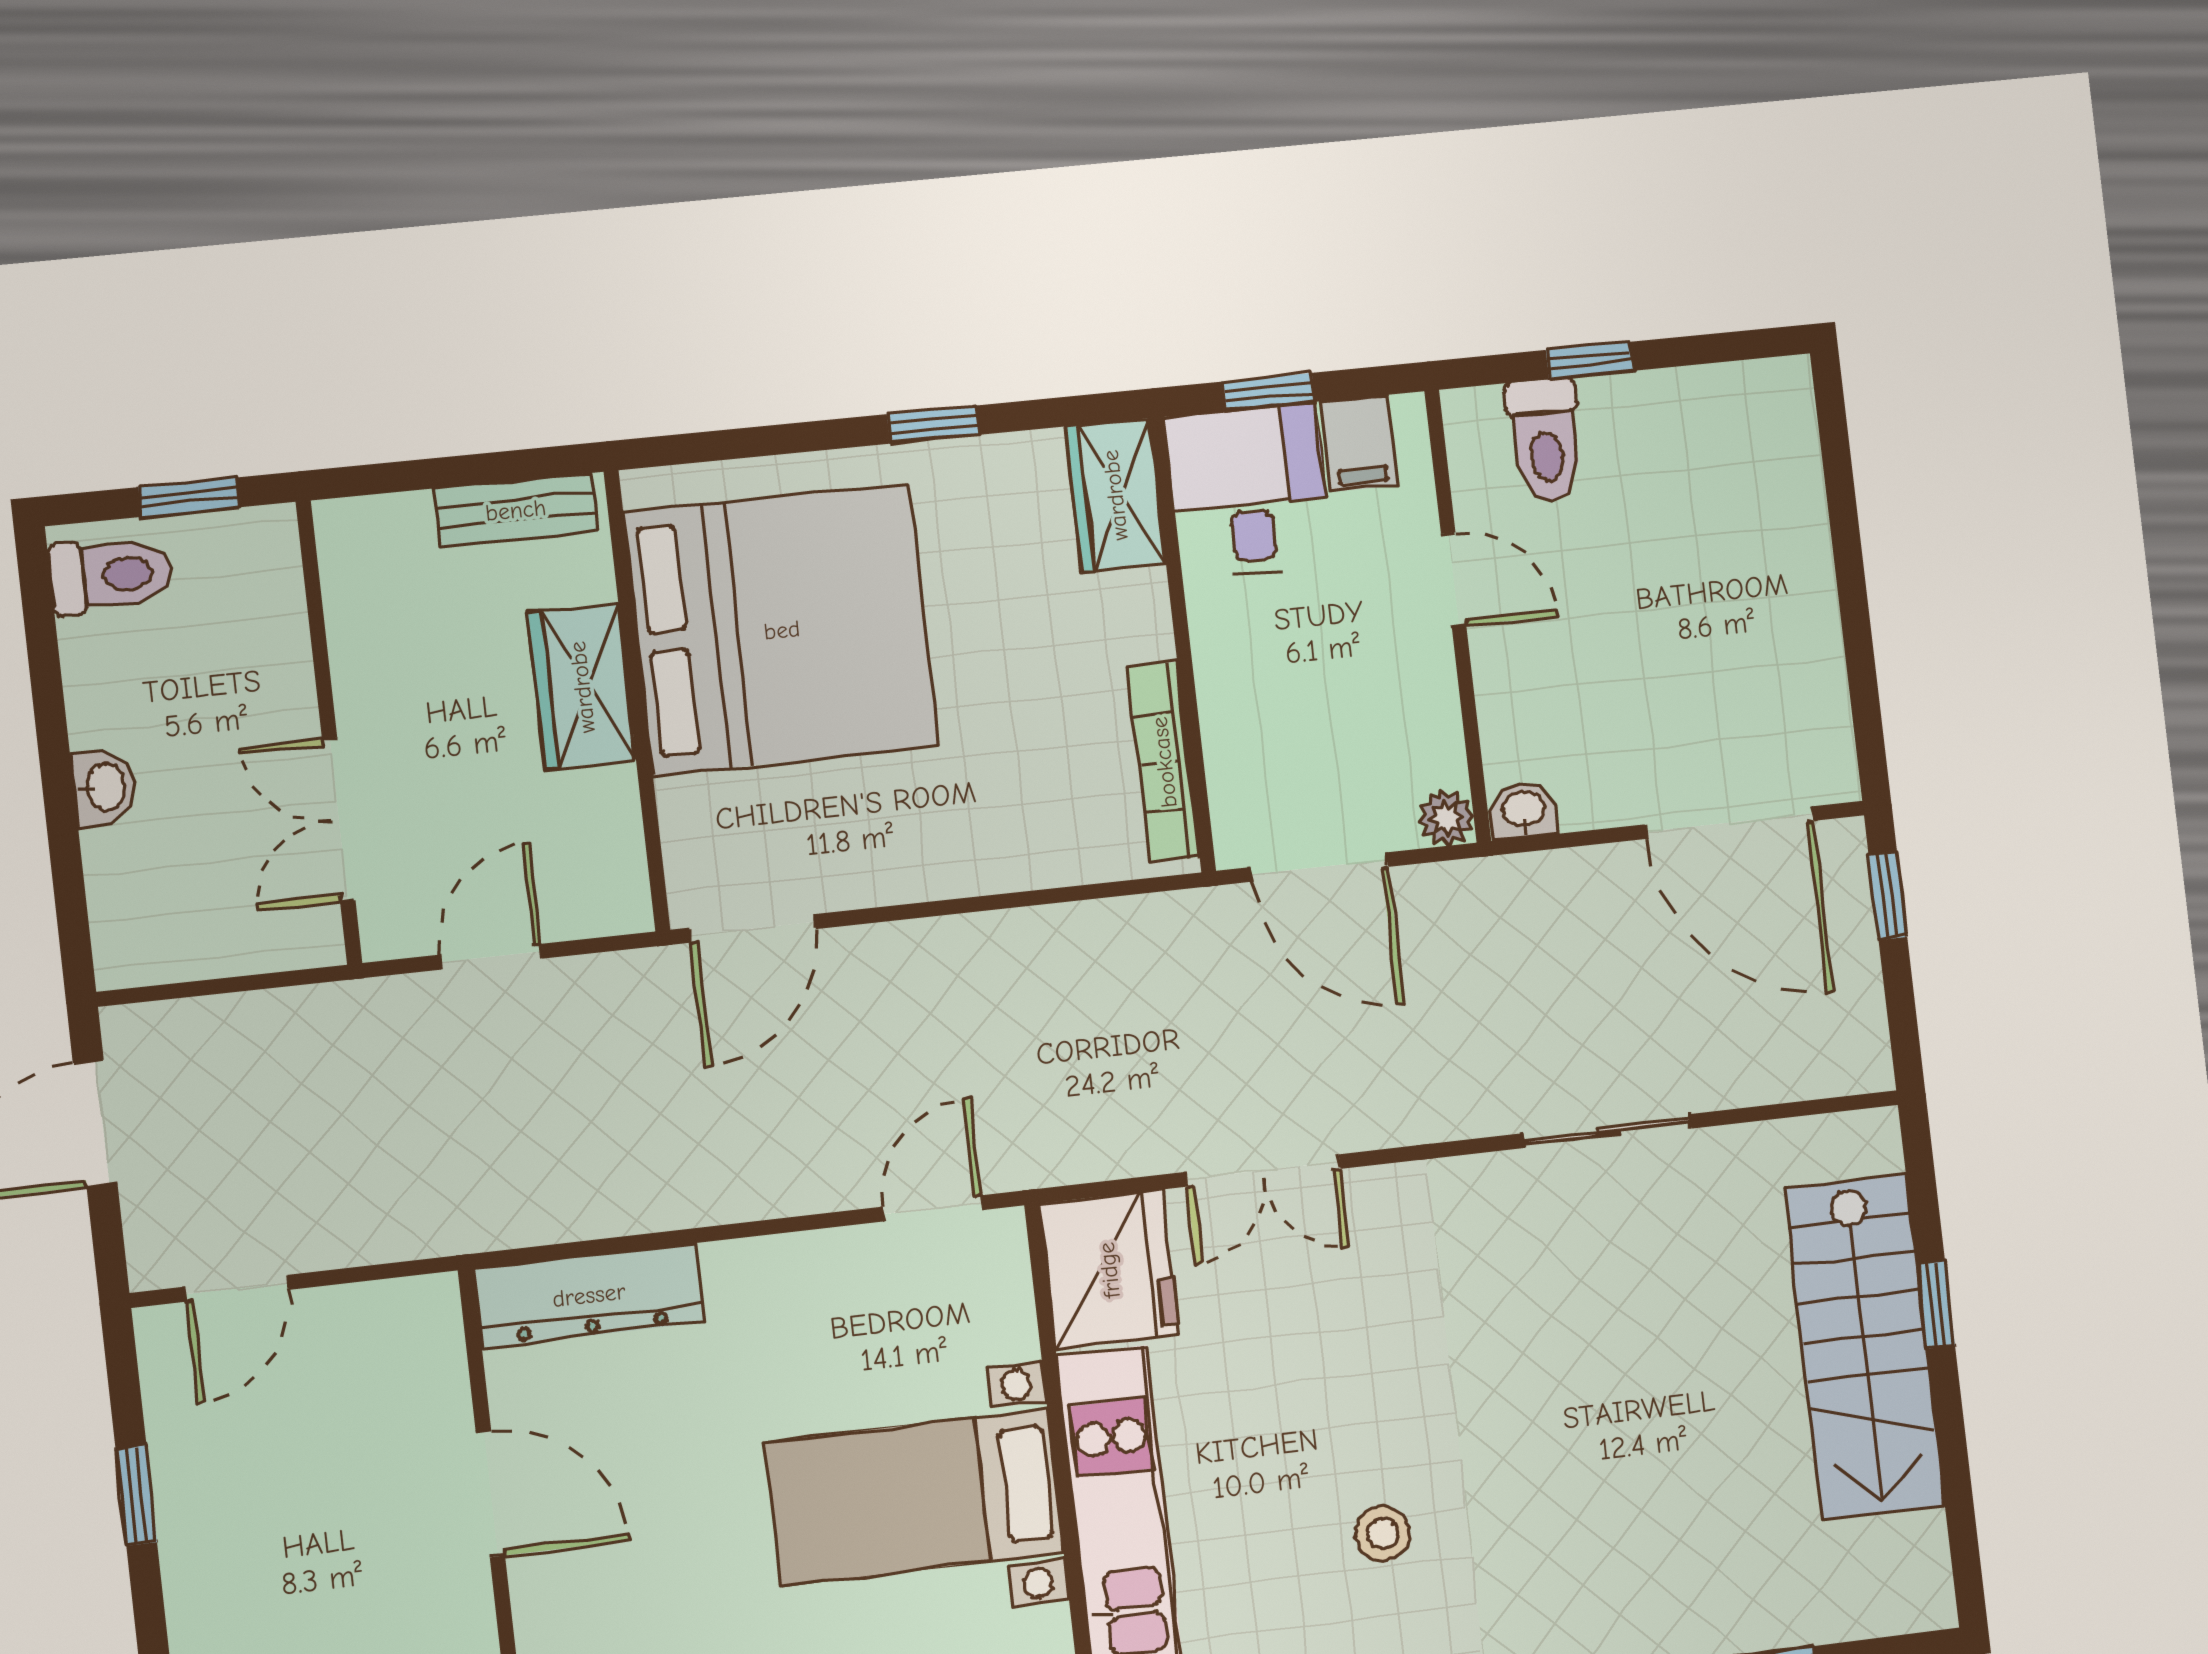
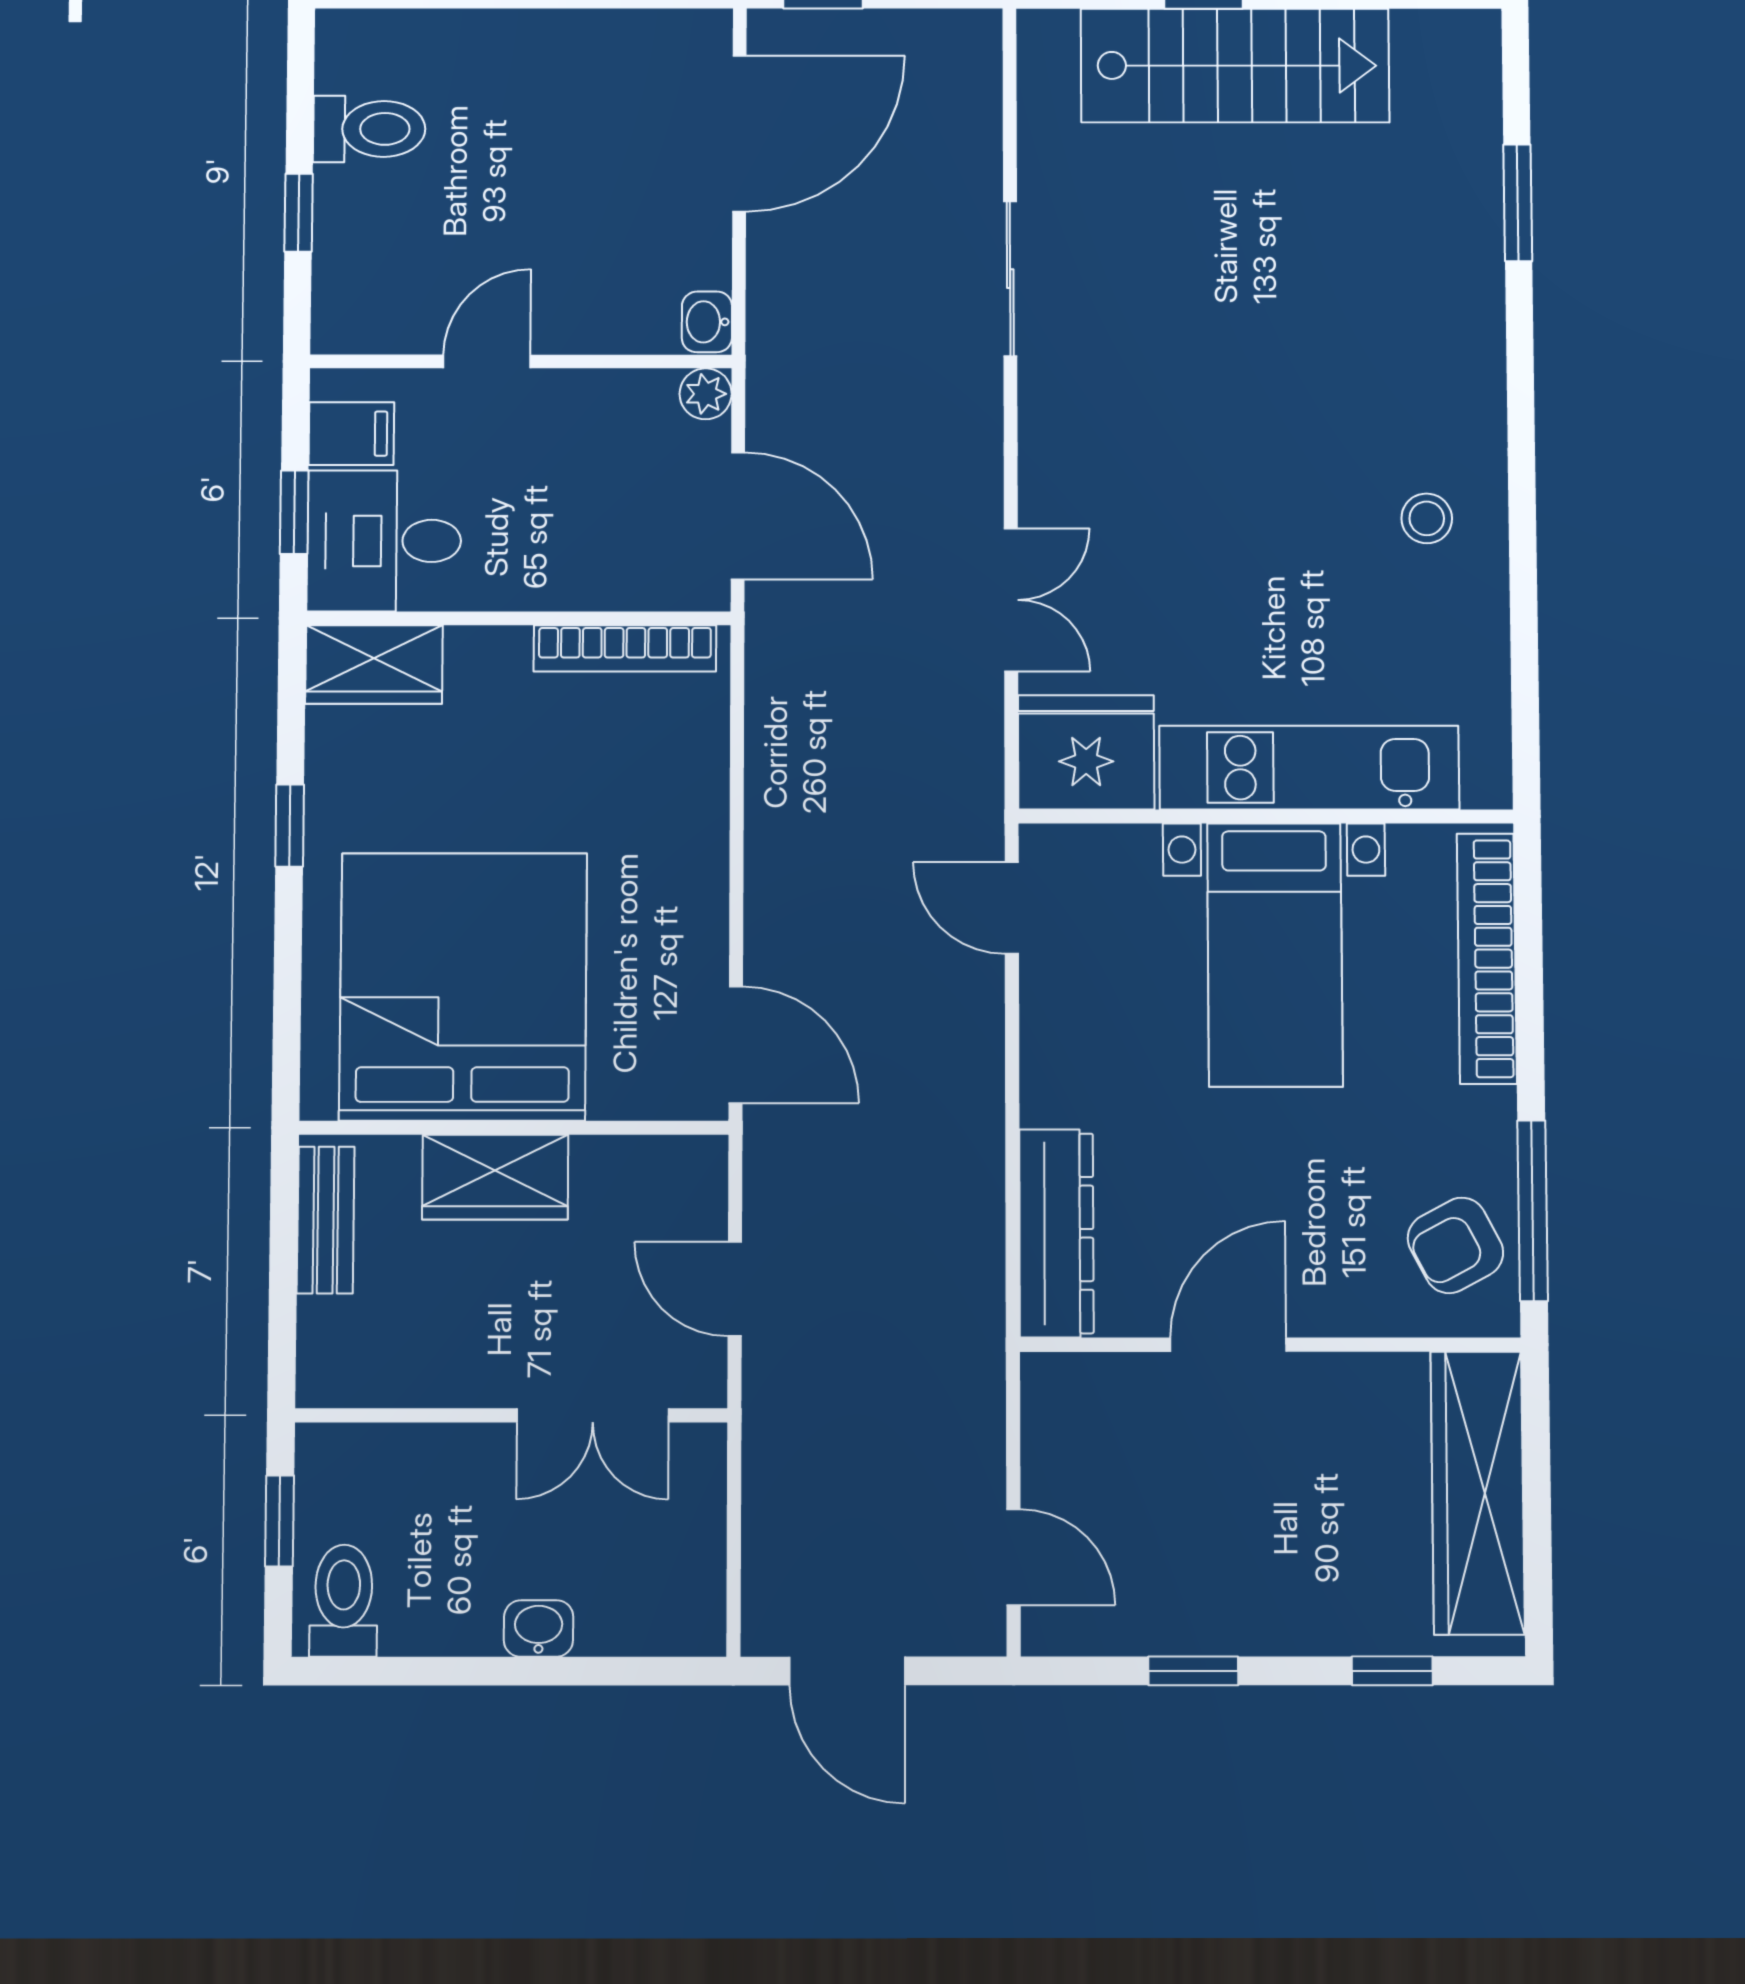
toilet: (1545, 440) -> (369, 129), moved
door: (1319, 867) -> (738, 516), hinge flipped
stool: (1383, 1533) -> (1427, 518), moved

